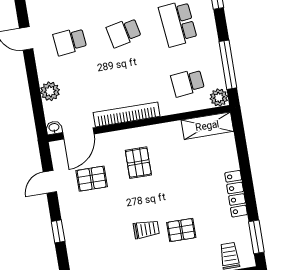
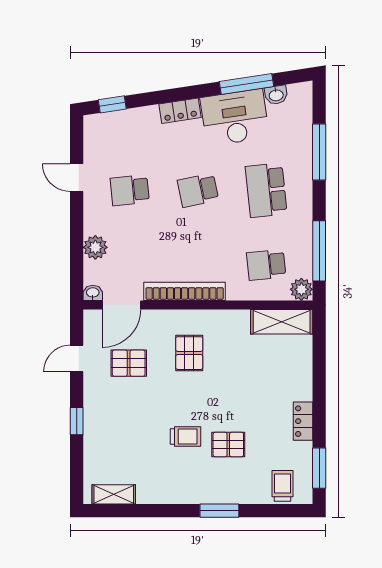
locker: (236, 194) -> (303, 421), width x0.66

